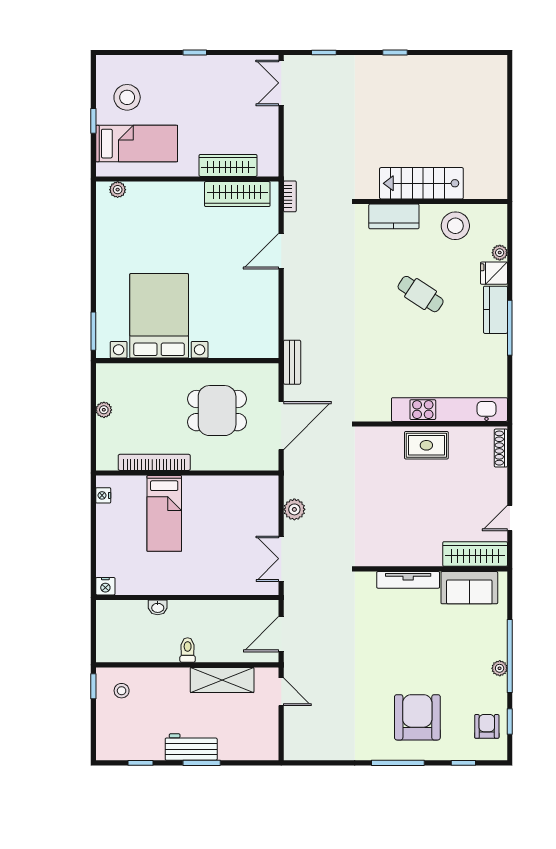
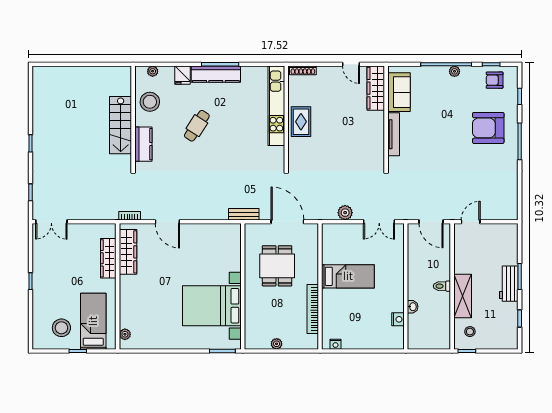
plant: (500, 253) -> (153, 71), moved
kitchen counter: (495, 310) -> (216, 74), width x1.50
bed: (164, 513) -> (348, 276), moved
nightstand: (105, 586) -> (398, 319), moved
shelving: (222, 680) -> (463, 296), moved

